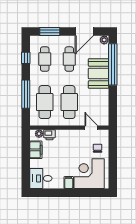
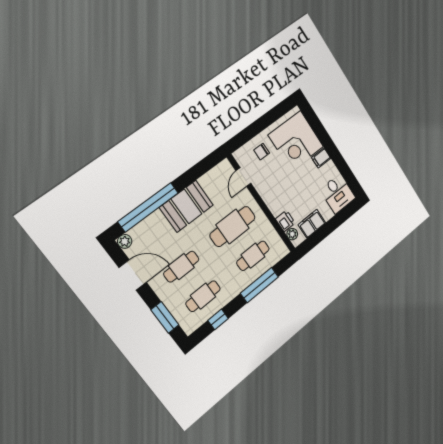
booth: (99, 73) -> (186, 206), moved
cafe table: (45, 102) -> (253, 256), width x0.73, depth x0.74

